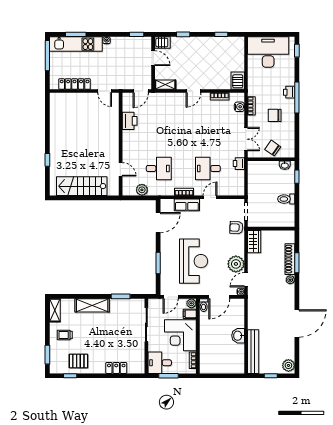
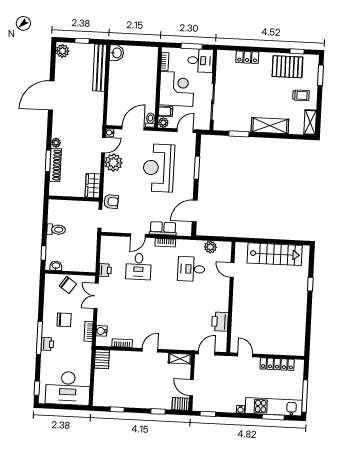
desk: (208, 169) -> (139, 266), turned 90
washbasin: (238, 336) -> (117, 53), moved
pallet: (78, 361) -> (287, 67), width x1.50, depth x1.42

